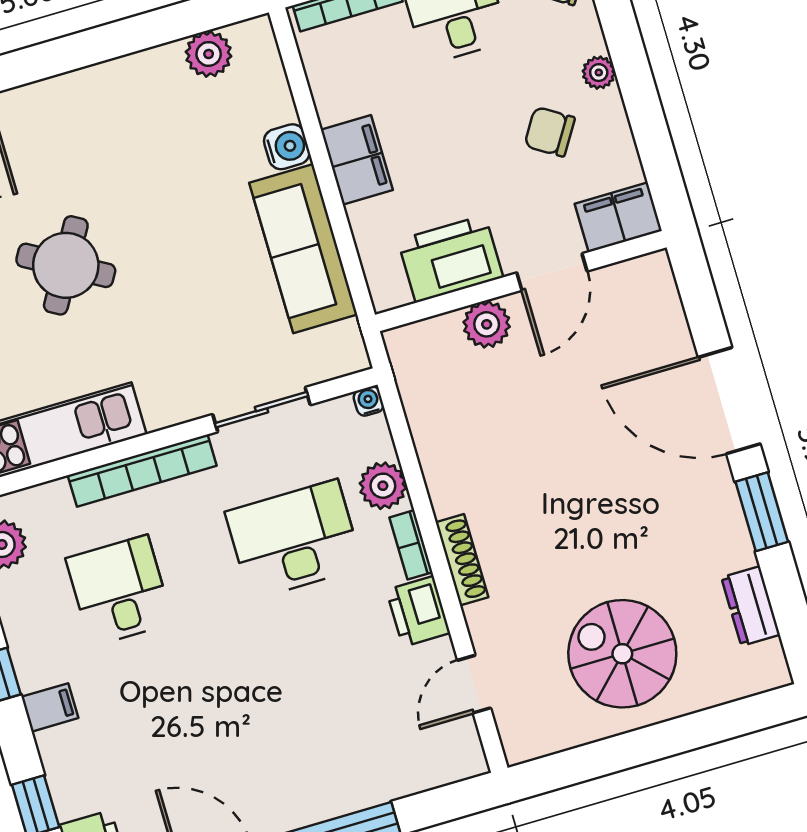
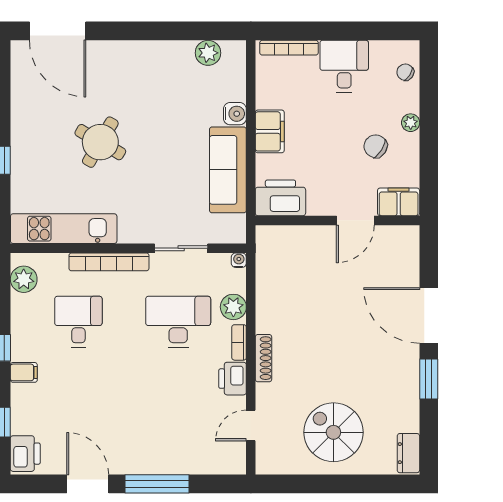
printer: (450, 259) -> (280, 198), moved
plant: (487, 324) -> (313, 238), removed
dresser: (751, 606) -> (408, 453), moved

